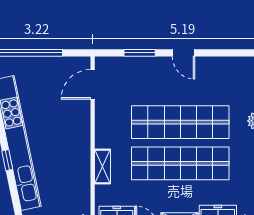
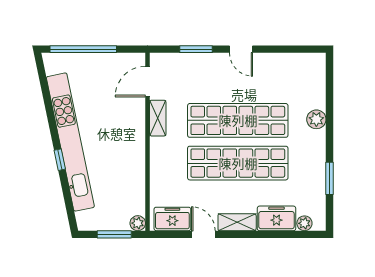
shelving: (103, 166) -> (158, 118), moved

